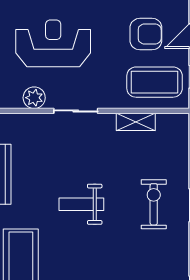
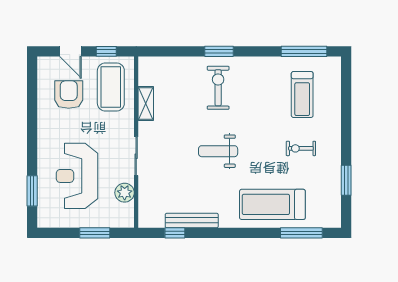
weight bench: (81, 204) -> (218, 151), turned 90
exercise bike: (154, 204) -> (218, 88), turned 90

